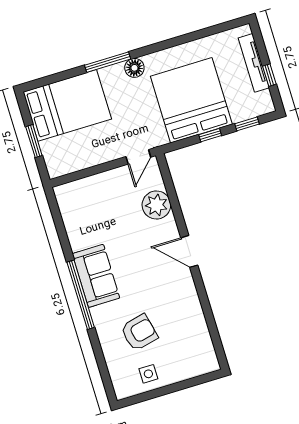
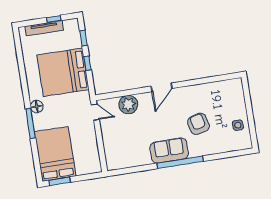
window: (34, 141) -> (60, 181), moved
armchair: (139, 332) -> (199, 124), moved

